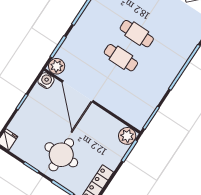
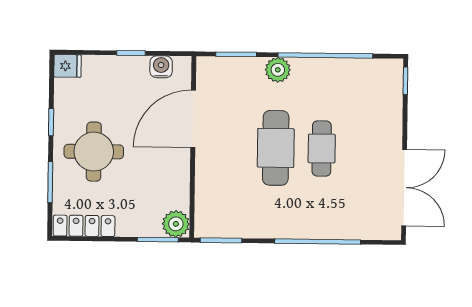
cafe table: (121, 58) -> (276, 148), width x1.37, depth x1.35
plant: (57, 66) -> (278, 70), moved
water cooler: (46, 81) -> (161, 67), moved, turned -90

